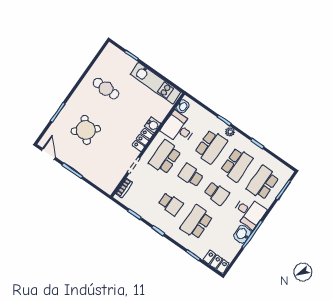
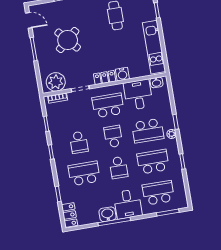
round table: (86, 130) -> (68, 40), moved
door: (48, 154) -> (29, 20), hinge flipped
school desk: (237, 165) -> (153, 162), turned 180
plant: (111, 178) -> (56, 82), added

